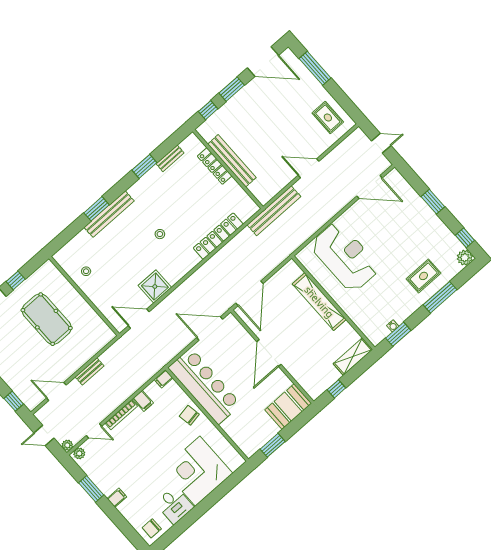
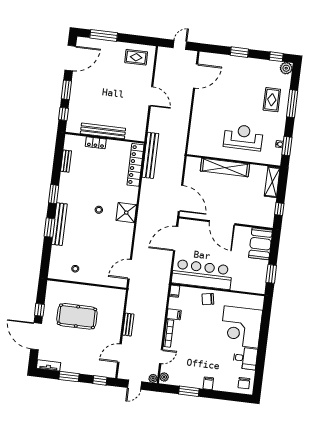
window: (144, 166) -> (54, 194), moved
locker: (215, 166) -> (96, 143), width x0.66
door: (309, 168) -> (151, 96), swing flipped
bench: (274, 211) -> (150, 155), moved
locker: (218, 236) -> (135, 165), moved
reception desk: (345, 257) -> (243, 137), moved, width x0.74, depth x0.77
shower: (155, 287) -> (126, 213), moved

